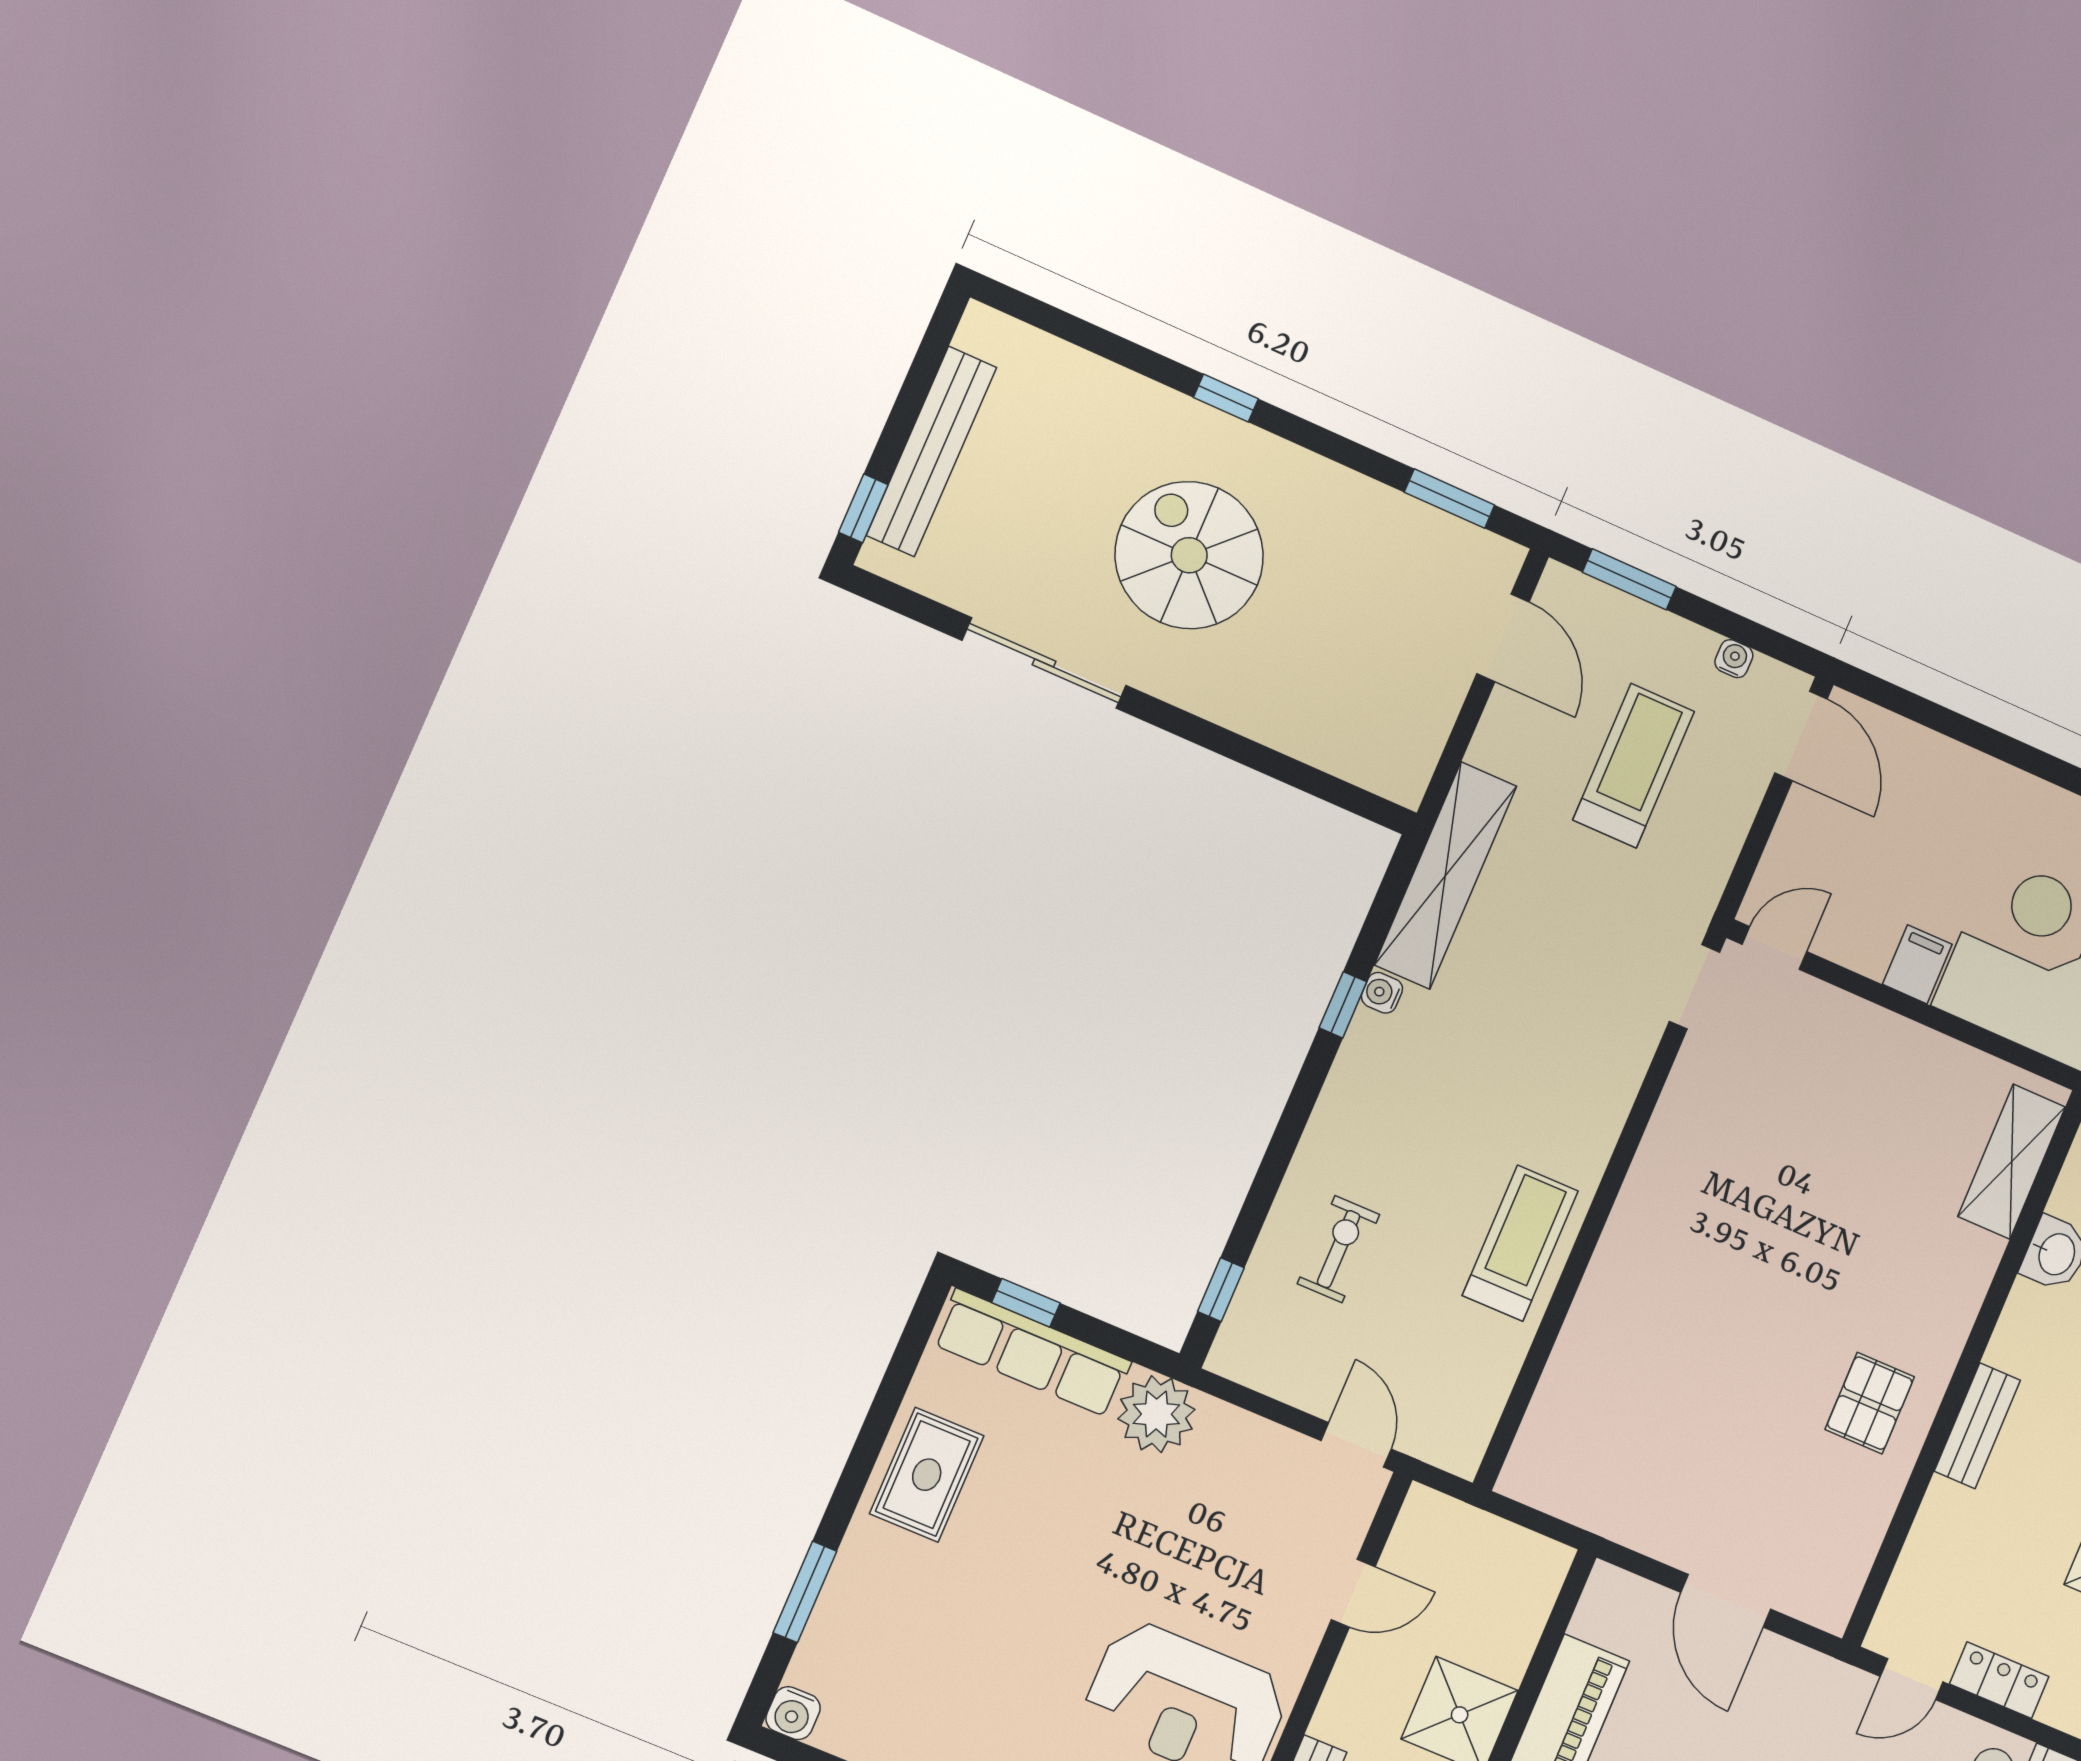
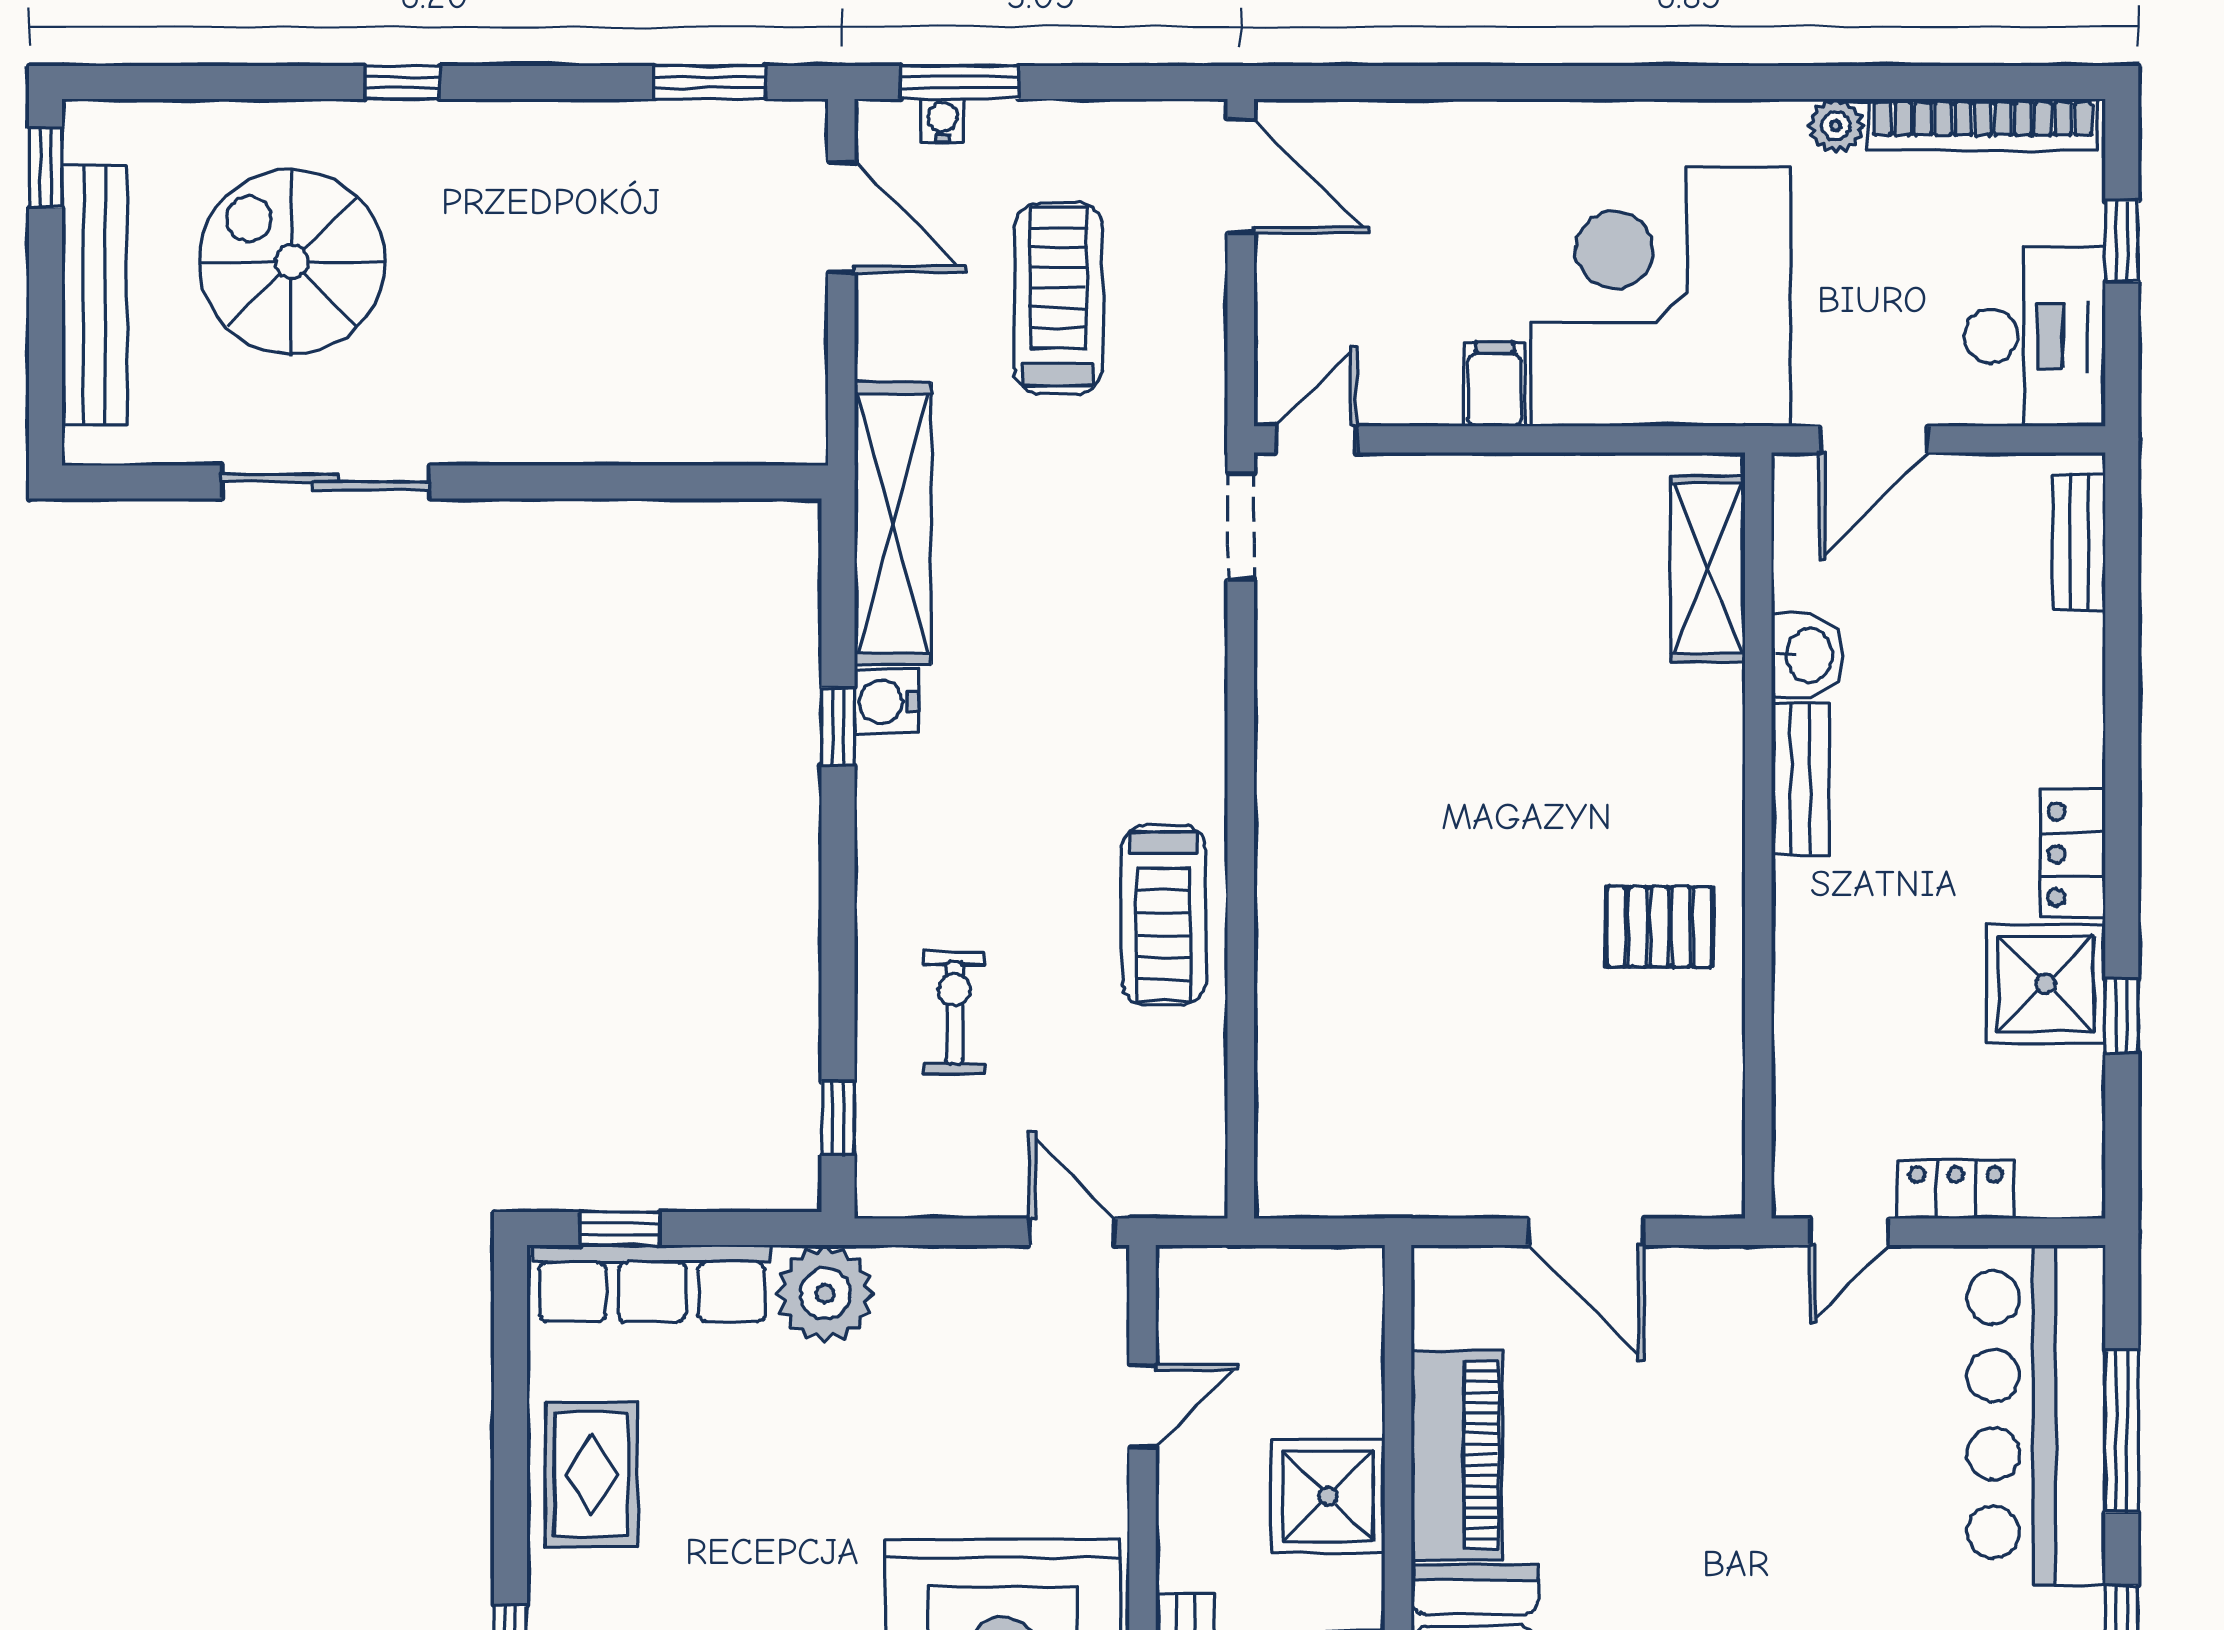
window: (863, 508) -> (46, 168), moved
spiral stairs: (1189, 555) -> (292, 262), moved
water cooler: (1734, 659) -> (943, 120), moved
water cooler: (1382, 993) -> (886, 702), width x1.38, depth x1.38
treadmill: (1520, 1243) -> (1164, 915), turned 180
pallet: (1870, 1403) -> (1659, 927), turned 90
bench: (1977, 1426) -> (1800, 779), moved

